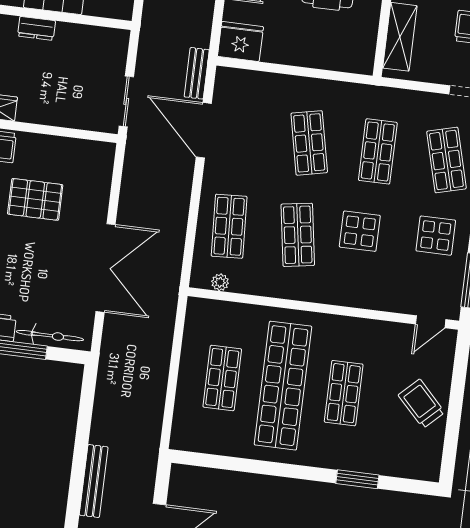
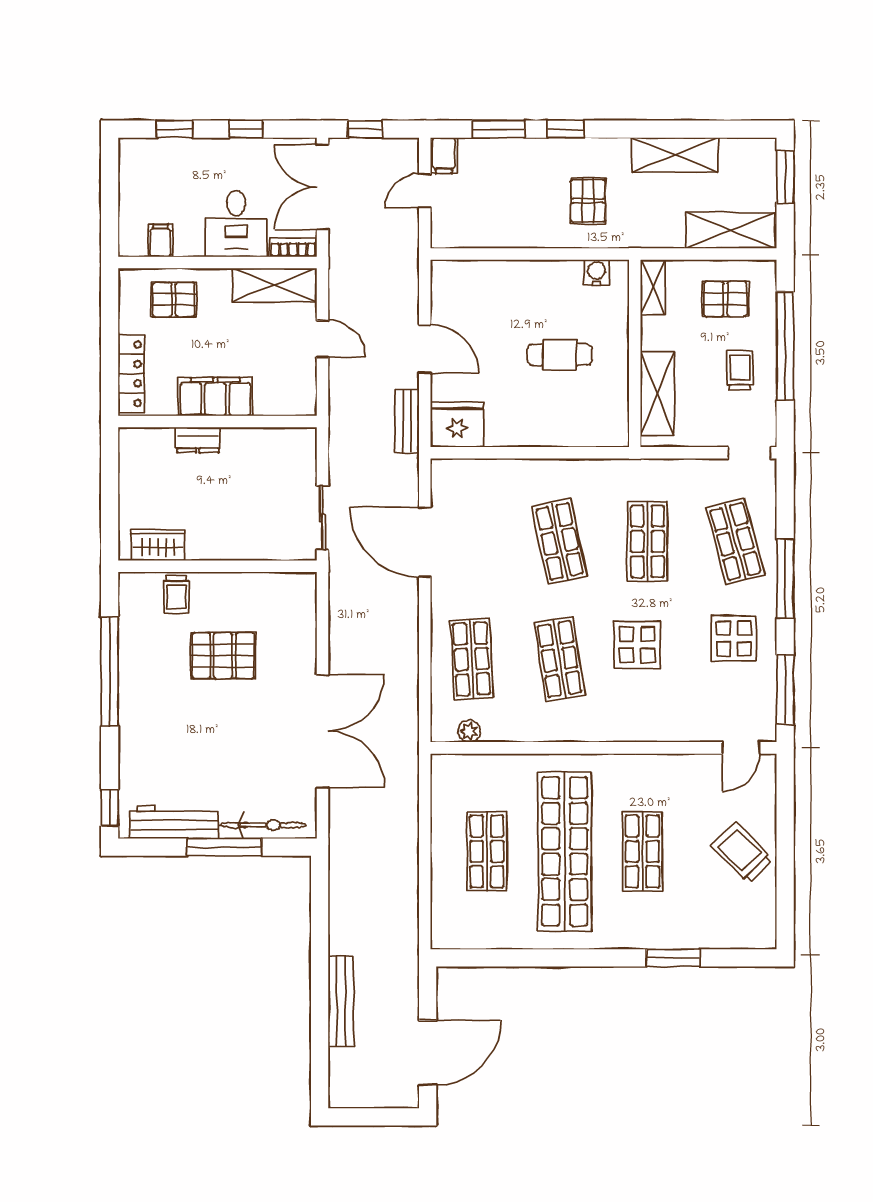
bench: (197, 73) -> (407, 421), moved

